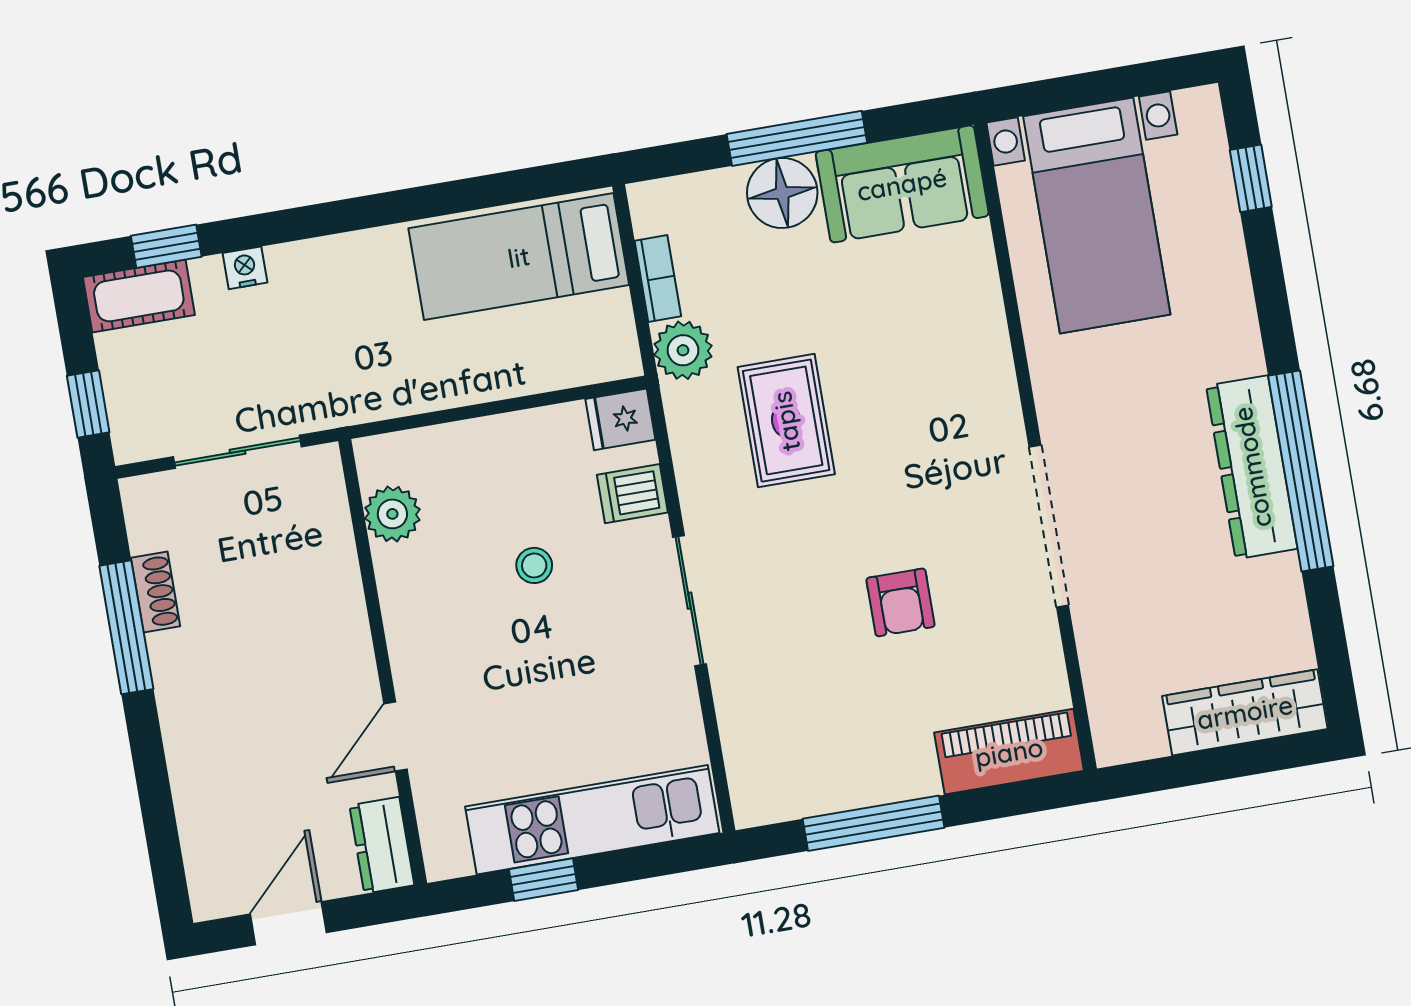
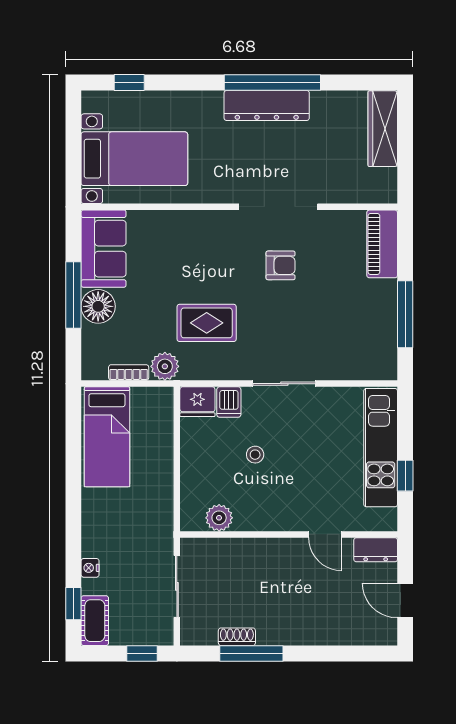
fridge: (620, 419) -> (197, 402), width x1.38
armchair: (900, 602) -> (281, 265), moved

